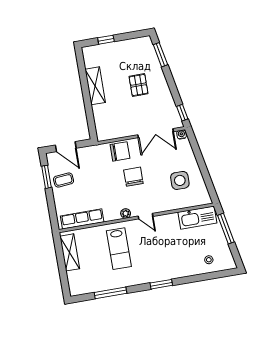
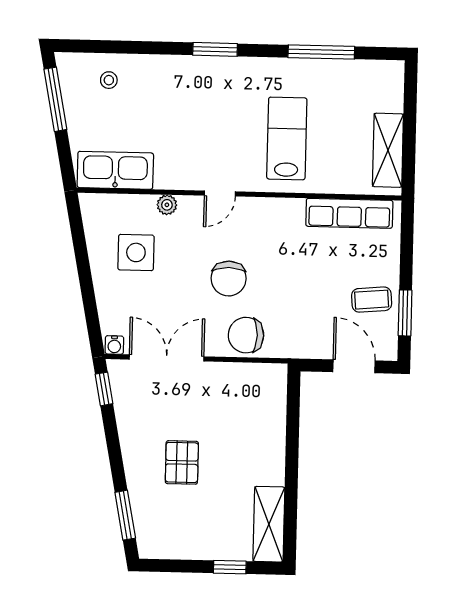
shelving: (95, 86) -> (269, 524), moved
plant: (126, 213) -> (167, 205), moved
door: (146, 216) -> (220, 194), swing flipped
window: (226, 229) -> (55, 99), moved

